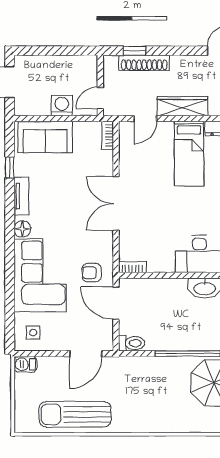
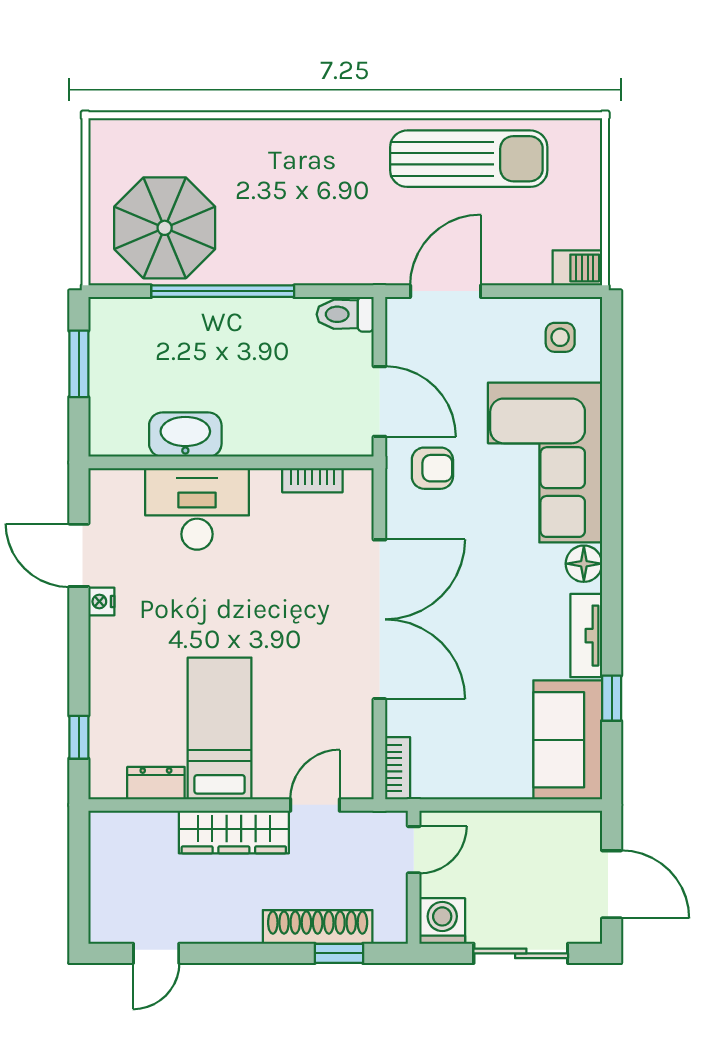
sliding door: (51, 51) -> (521, 953), added
washing machine: (62, 106) -> (442, 921), moved, turned 180
sofa: (45, 137) -> (568, 740), moved, turned -90
double door: (116, 204) -> (379, 619), width x1.36
bookcase: (132, 267) -> (312, 480), moved

